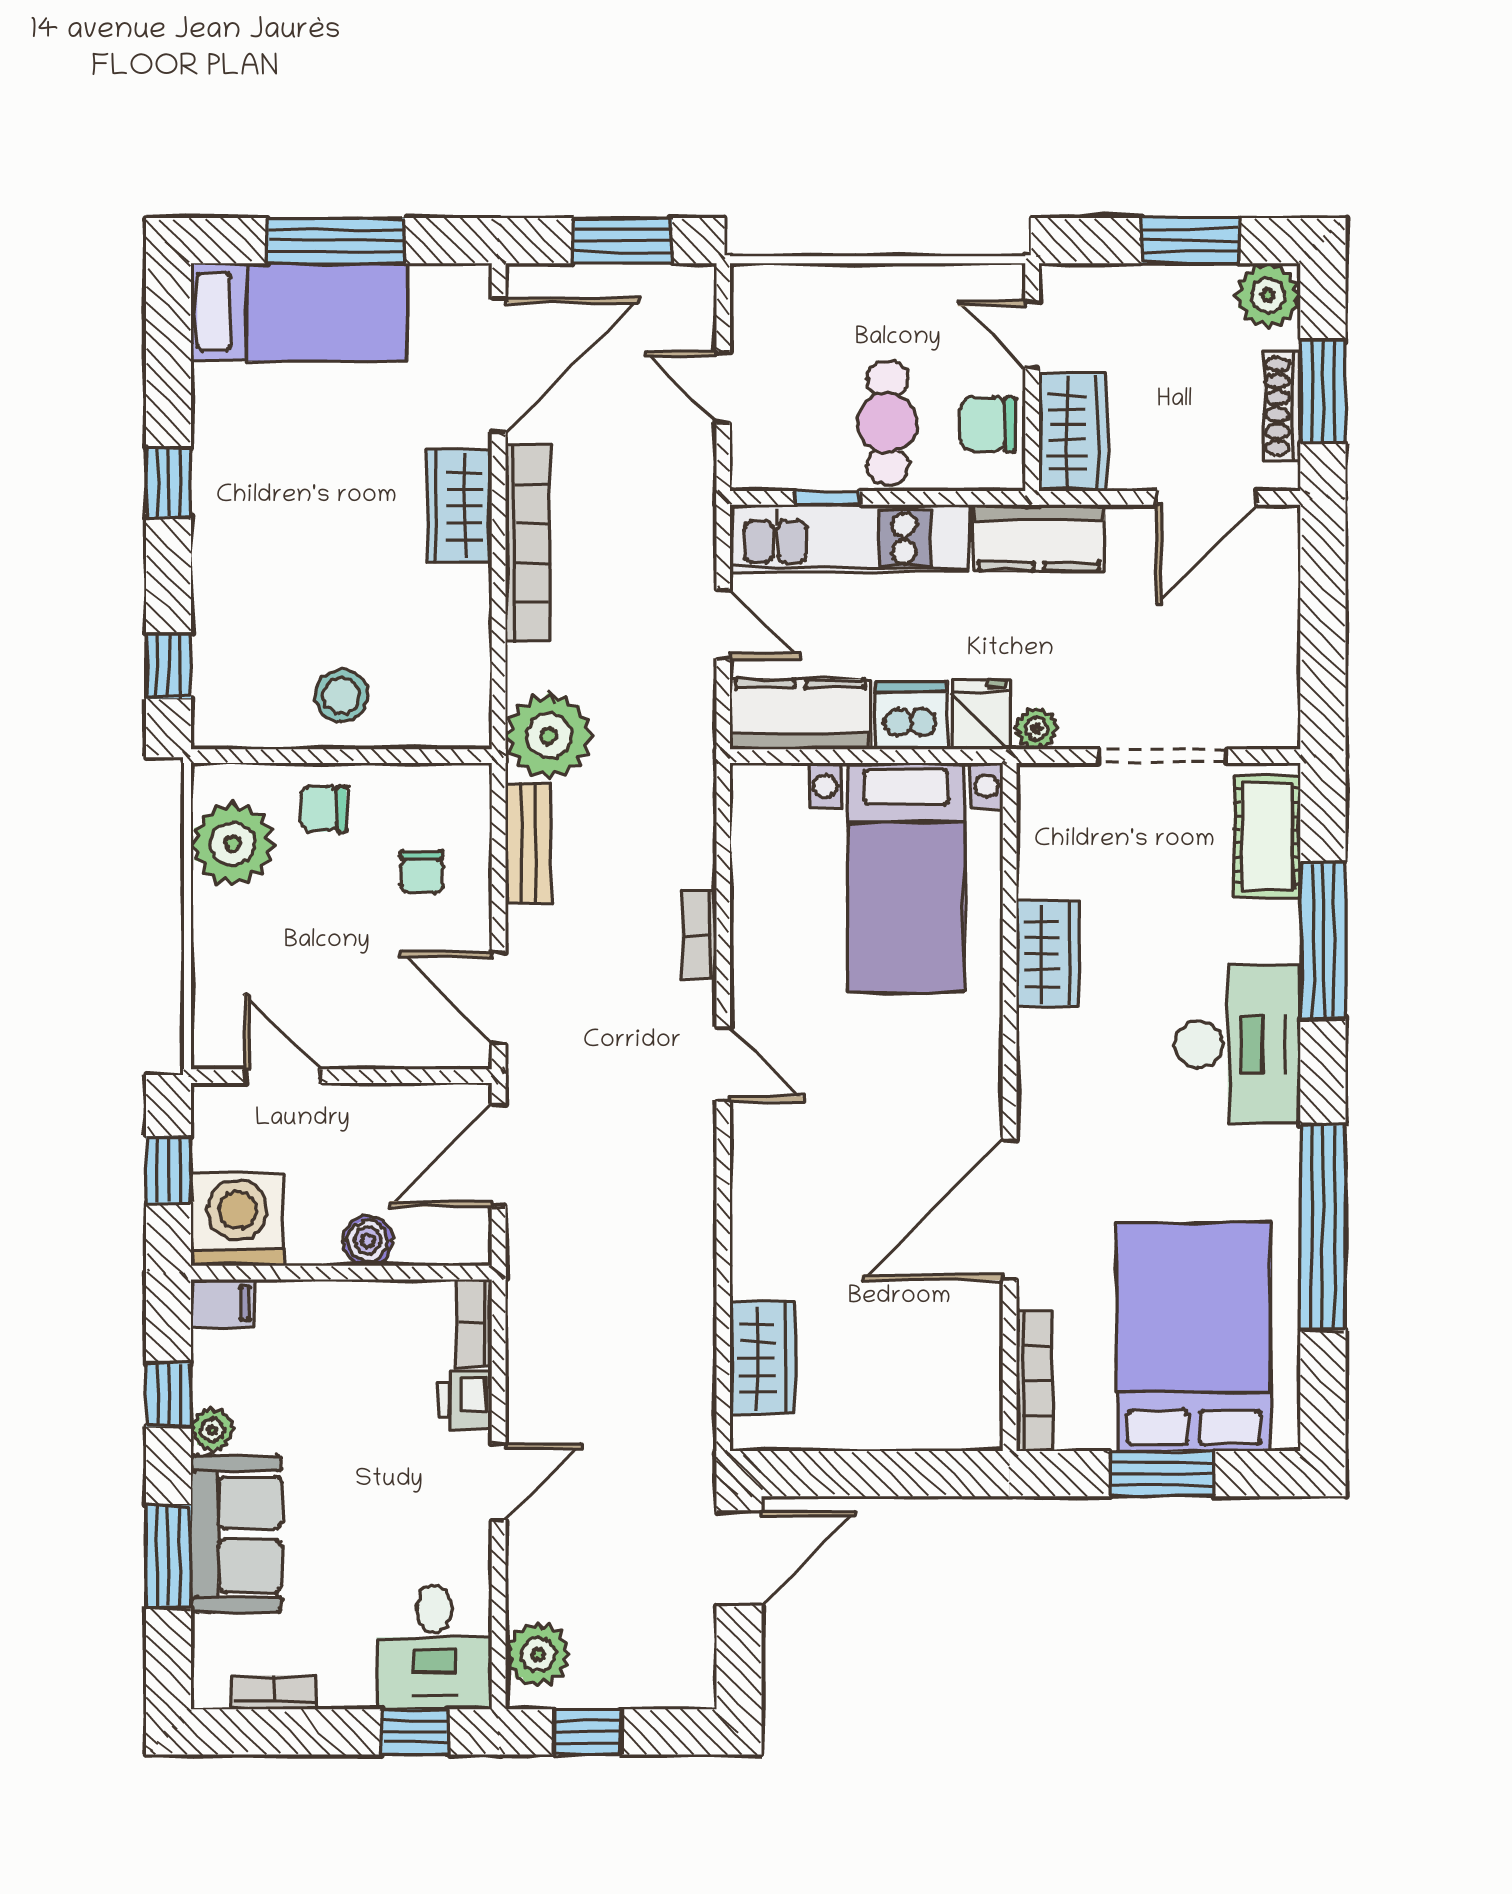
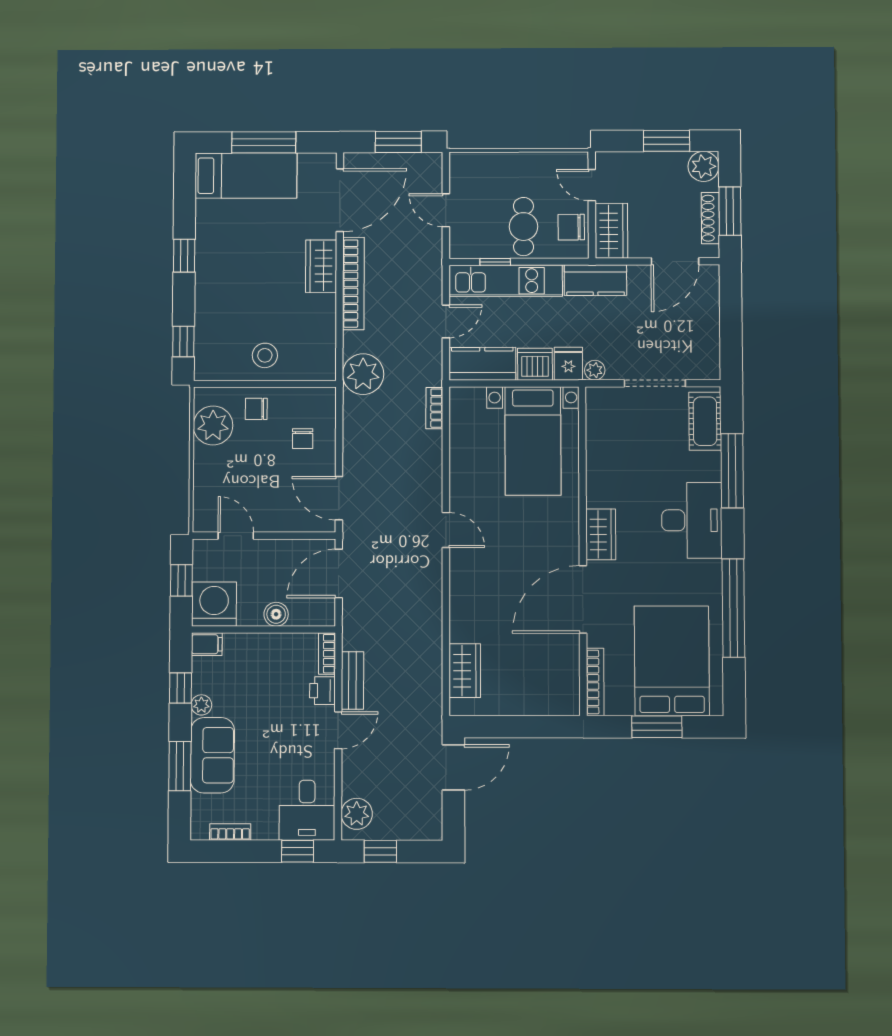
door: (723, 624) -> (446, 321), hinge flipped
bench: (528, 844) -> (353, 680), moved
bookcase: (699, 934) -> (434, 408), moved
wardrobe: (1047, 954) -> (601, 534), moved

